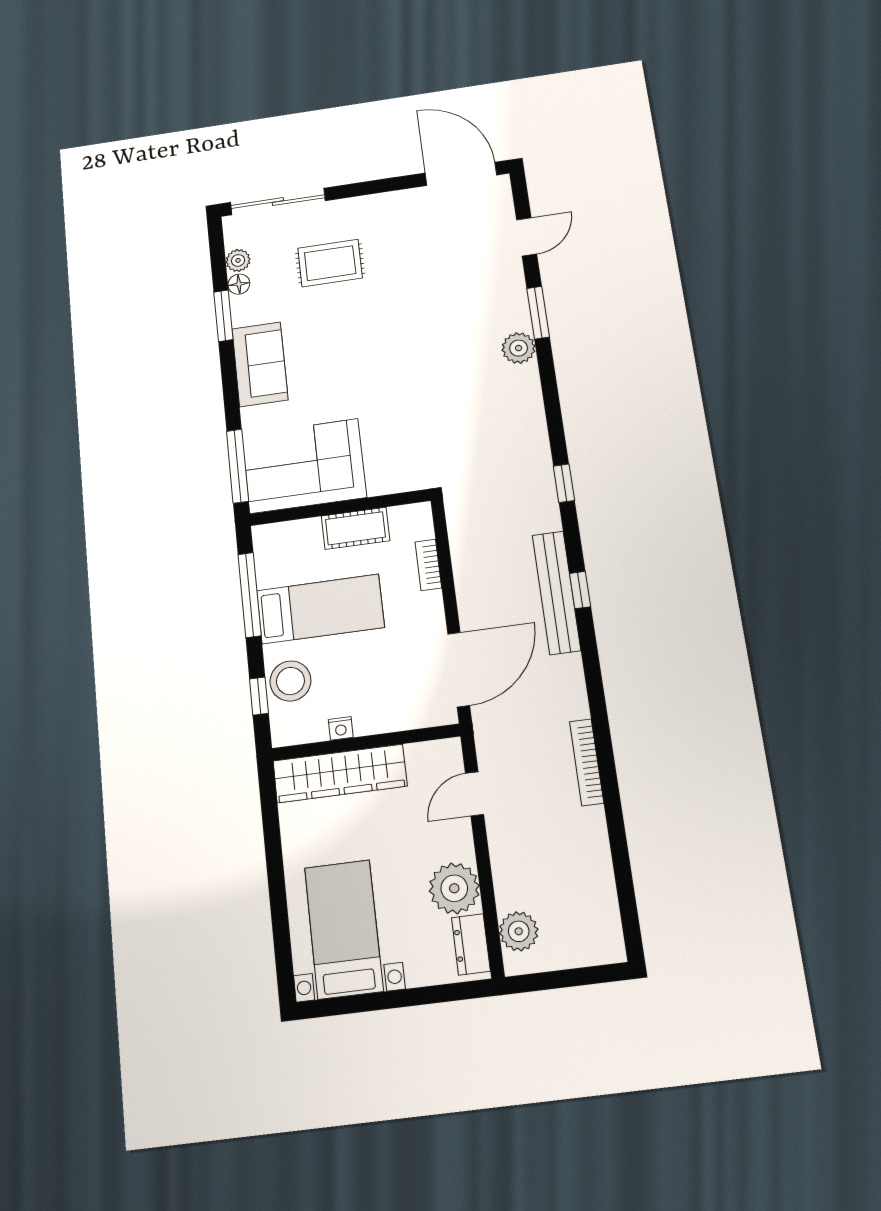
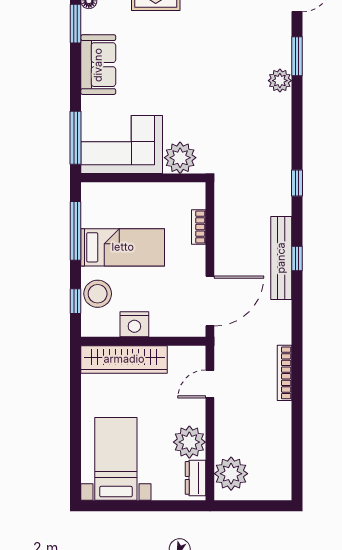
plant: (390, 472) -> (180, 158), added
cot: (355, 528) -> (152, 194), removed
nightstand: (341, 728) -> (134, 324), width x1.89, depth x1.79
plant: (519, 931) -> (231, 474), width x1.36, depth x1.36

